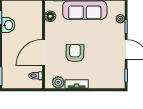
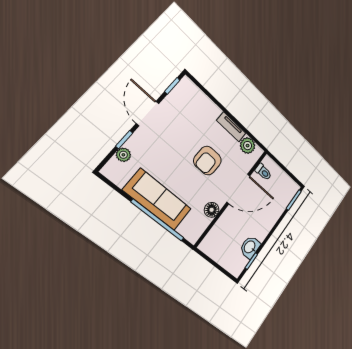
floor lamp: (50, 16) -> (212, 210), moved

